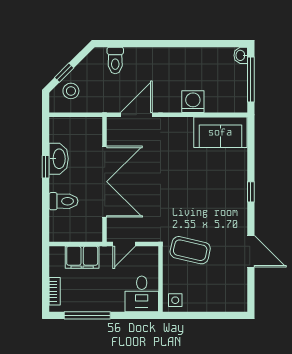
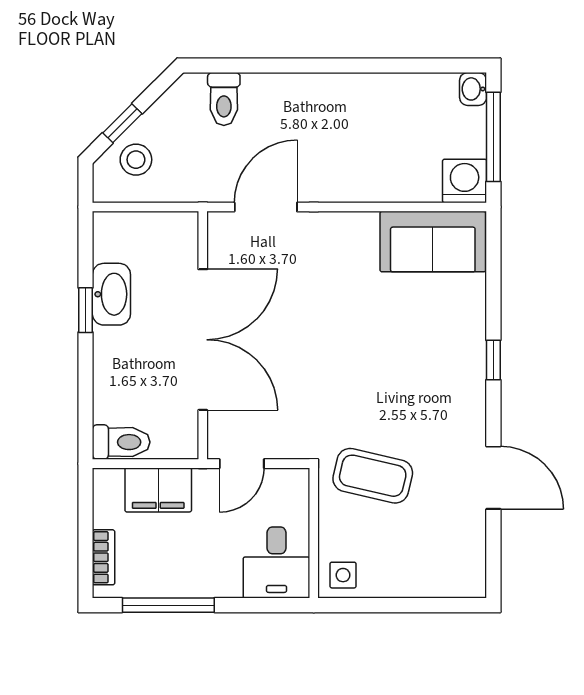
washing machine: (193, 102) -> (465, 181), moved
toilet: (63, 201) -> (121, 442), moved

